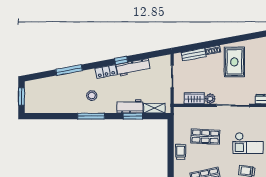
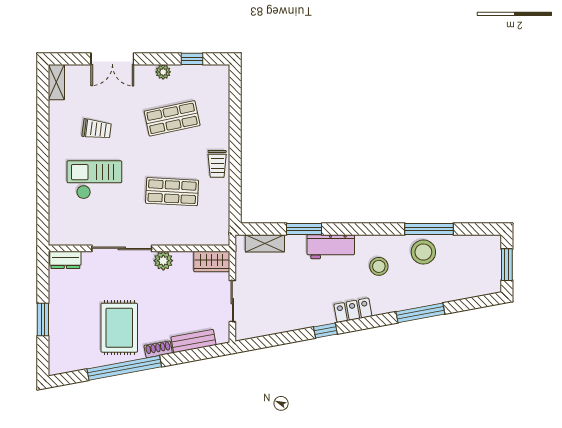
window: (232, 40) -> (124, 368), added
workbench: (133, 67) -> (304, 318), removed
wardrobe: (194, 98) -> (212, 262), moved
stool: (67, 103) -> (423, 252), added
workbench: (130, 106) -> (331, 247), moved
window: (91, 116) -> (429, 229), moved

